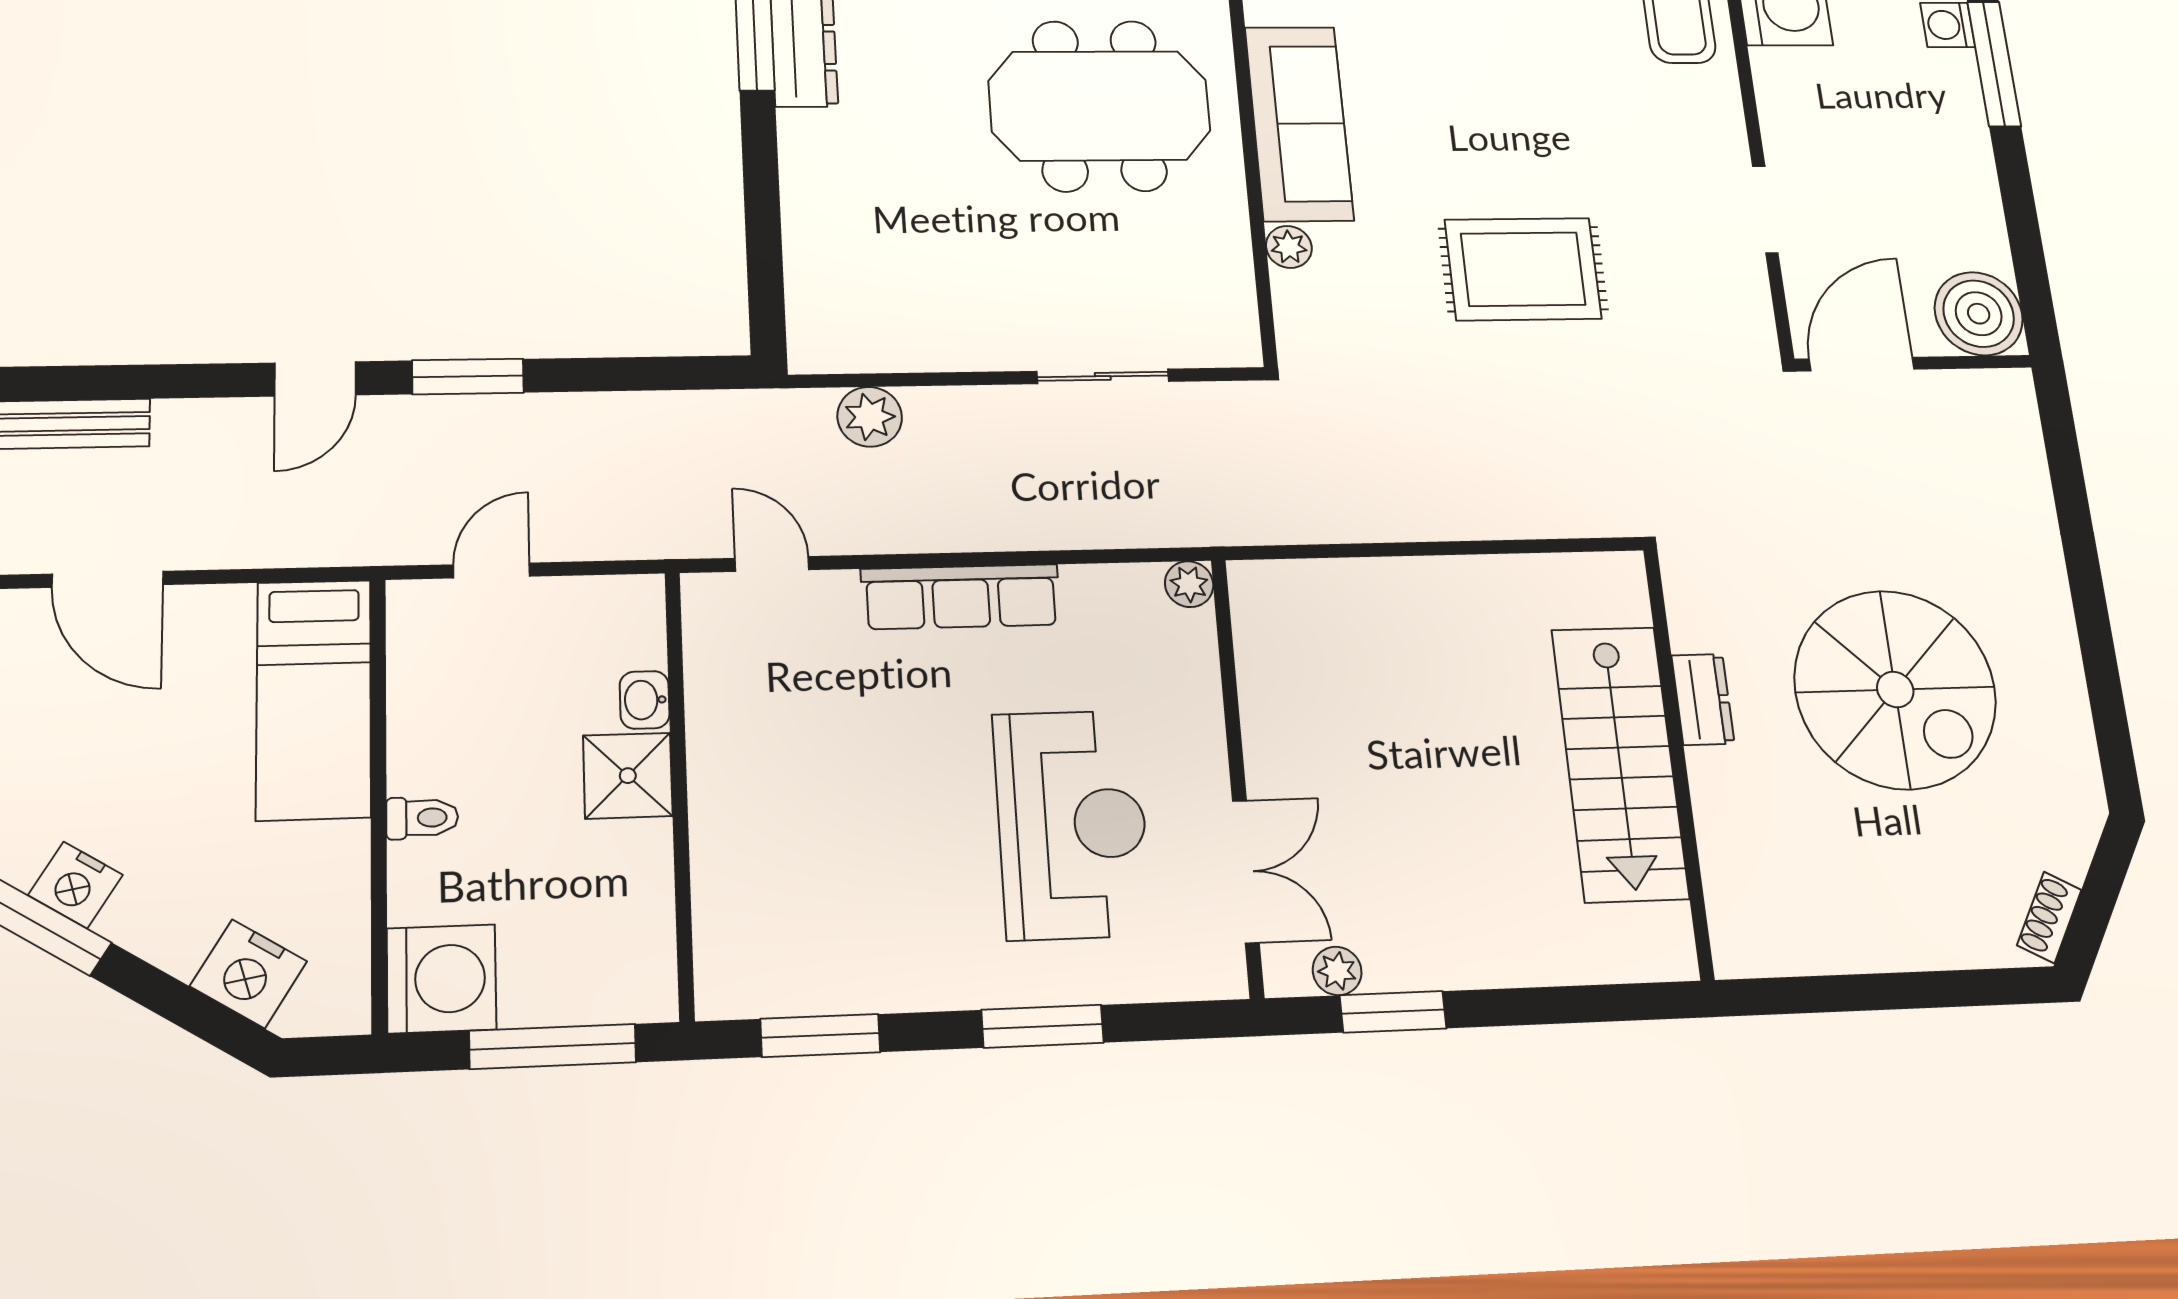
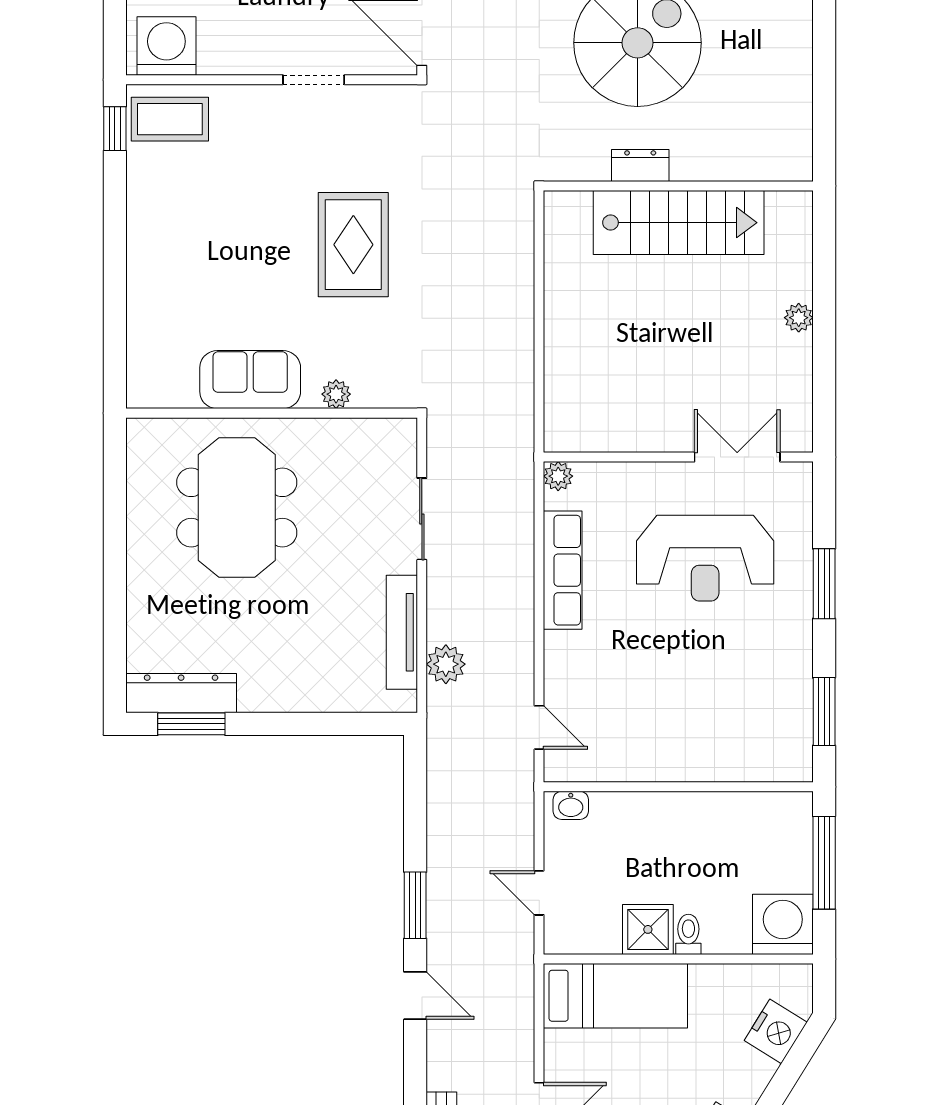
sofa: (1299, 123) -> (250, 380), width x0.73
tv unit: (918, 349) -> (402, 632), added
door: (772, 564) -> (539, 727), swing flipped
row of seats: (961, 597) -> (563, 570), moved
washbasin: (645, 700) -> (571, 805), moved
shower: (628, 776) -> (648, 929), moved
reception desk: (1072, 824) -> (705, 558), turned 180
plant: (1337, 971) -> (799, 318), moved
window: (1393, 1012) -> (824, 377), removed

